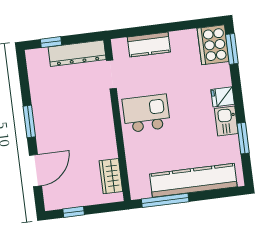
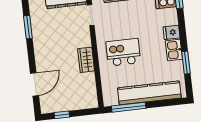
kitchen island: (146, 113) -> (123, 52), moved
window: (29, 121) -> (28, 27), moved
wardrobe: (111, 176) -> (86, 60), moved

